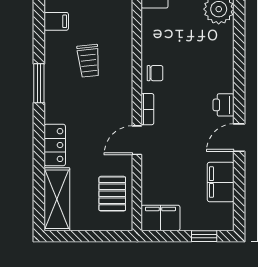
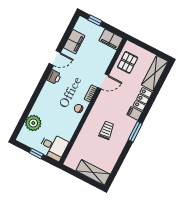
filing cabinet: (56, 21) -> (134, 113), moved

